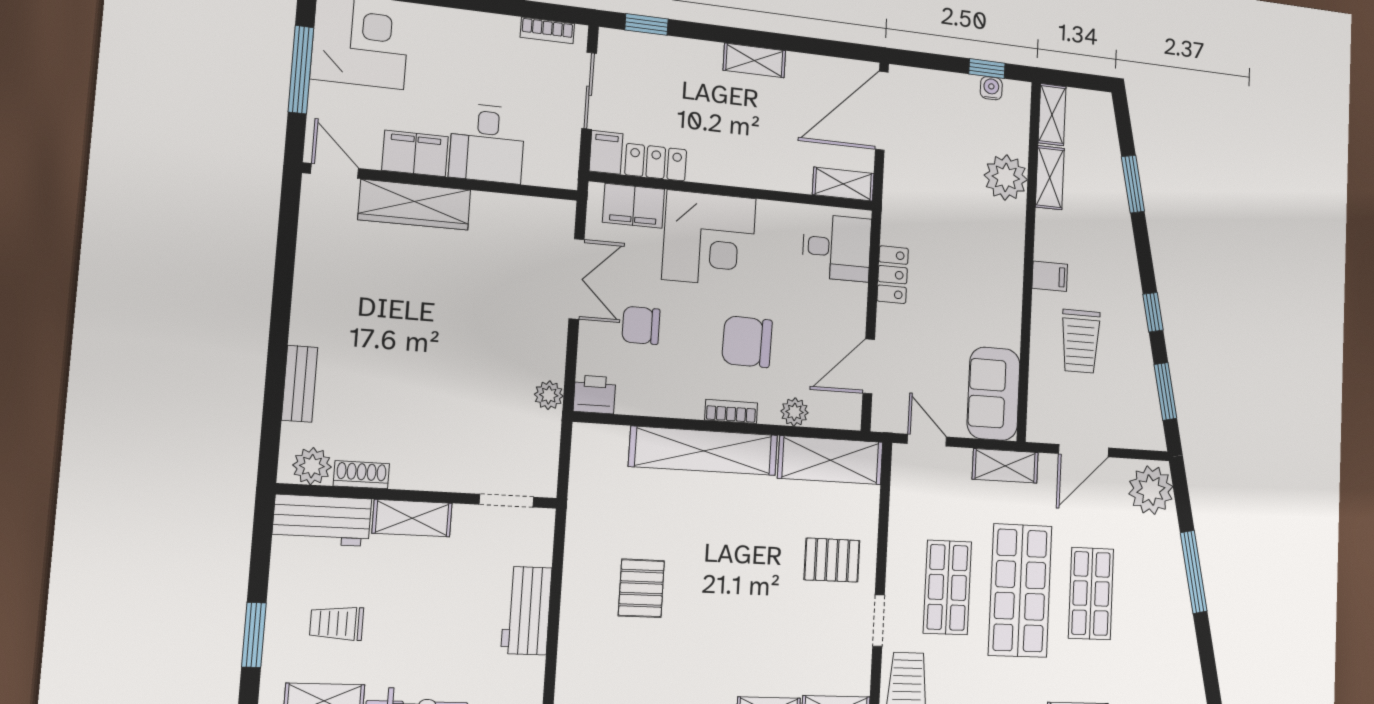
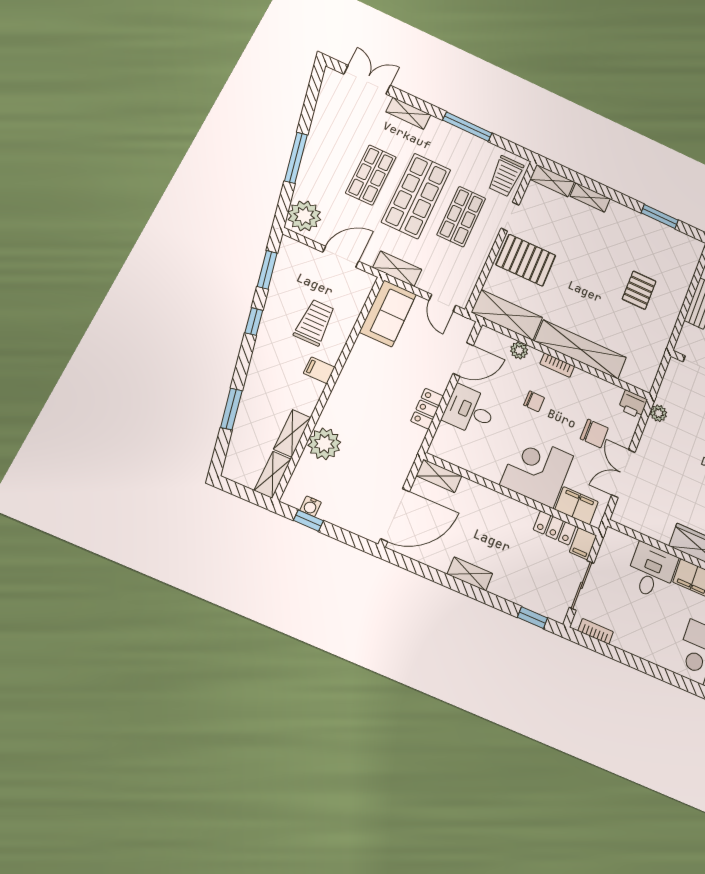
desk: (837, 248) -> (470, 410), moved
chair: (747, 342) -> (534, 401), width x0.54, depth x0.54
pallet: (832, 560) -> (526, 260), width x1.50, depth x1.42

